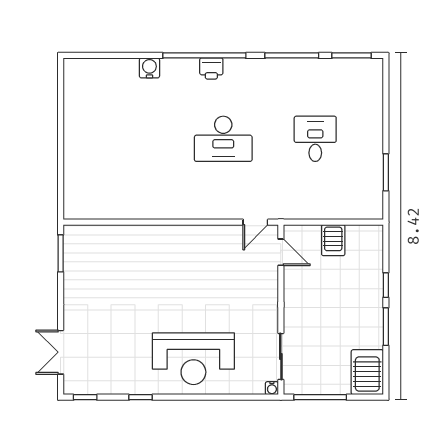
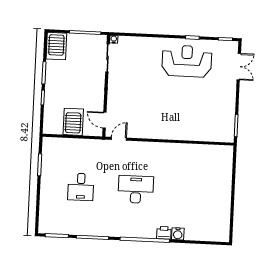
printer: (211, 68) -> (164, 233), moved
server rack: (333, 240) -> (73, 122), width x1.36, depth x1.44
reception desk: (193, 359) -> (187, 61), moved

